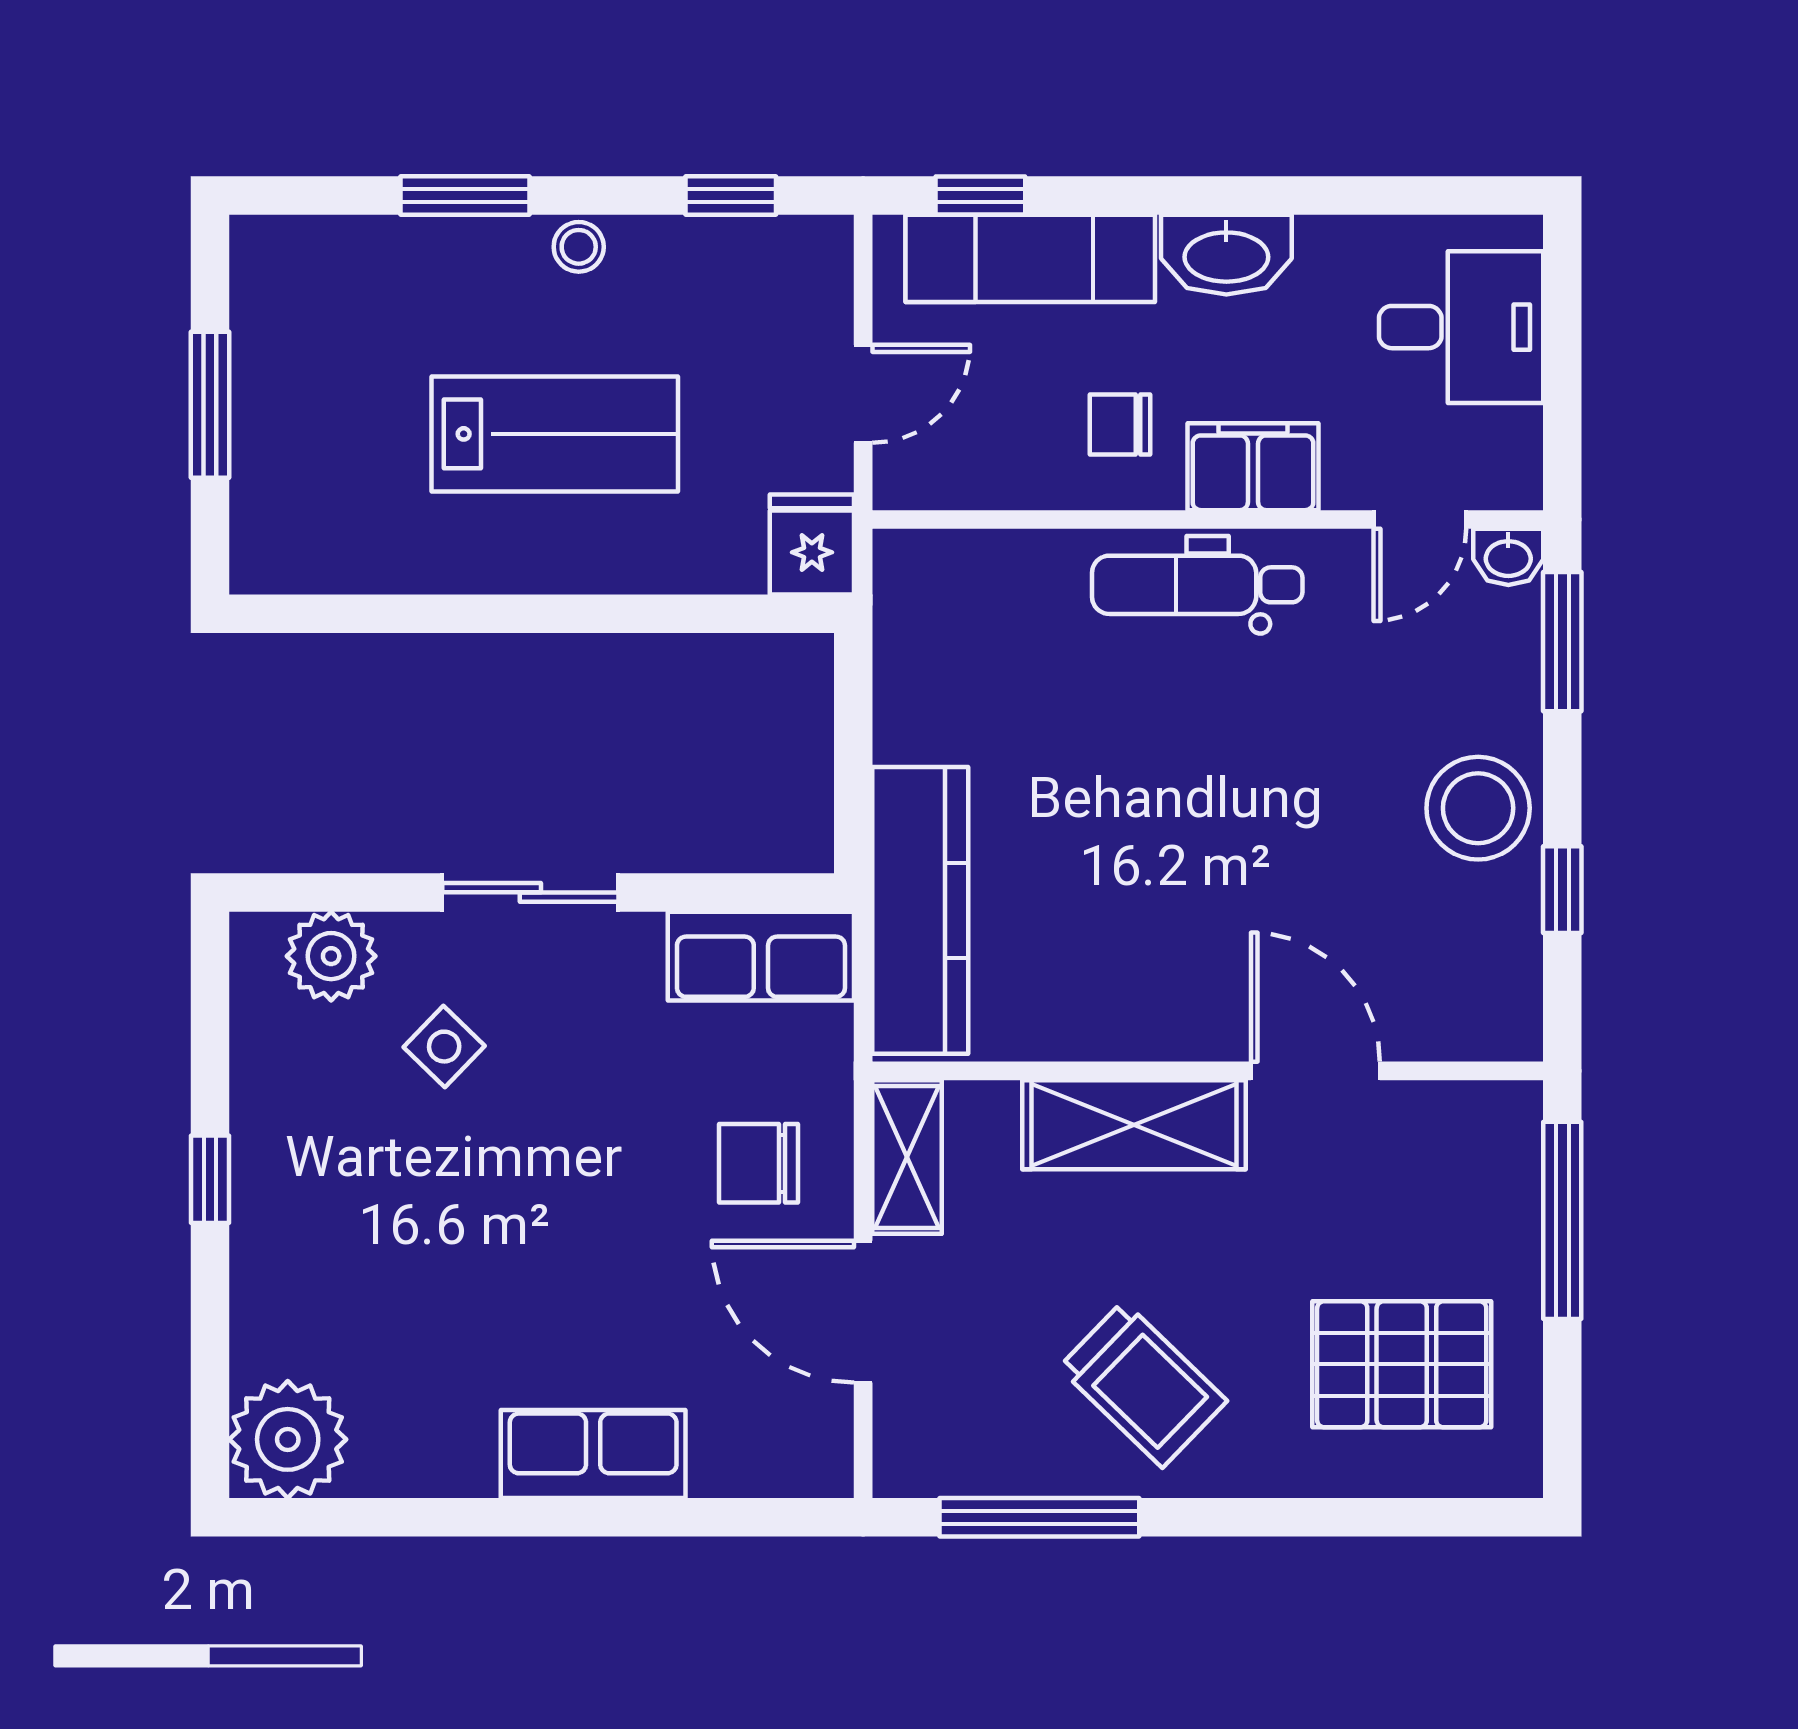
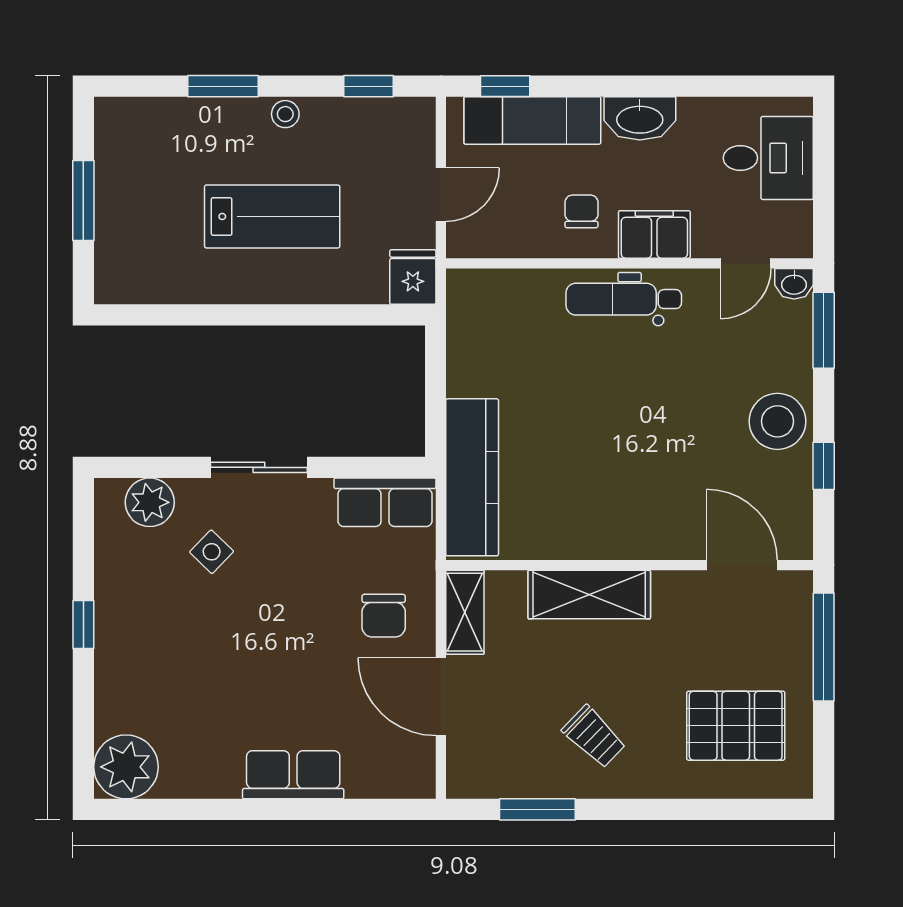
chair: (1120, 424) -> (581, 211), turned 90
door: (1315, 1071) -> (742, 565), moved
chair: (758, 1163) -> (384, 616), turned -90
trolley: (1143, 1384) -> (594, 737), width x0.73, depth x0.72
window: (1039, 1517) -> (537, 809), width x0.69

